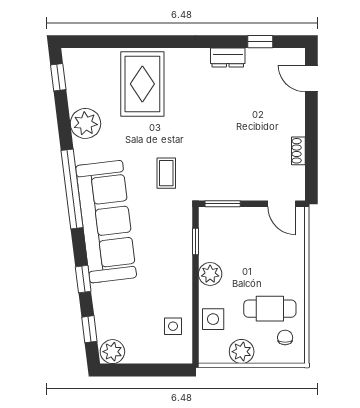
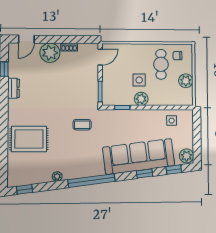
plant: (288, 118) -> (50, 53), added
plant: (85, 123) -> (57, 176), width x0.53, depth x0.53
sofa: (106, 222) -> (139, 156), moved
side table: (213, 319) -> (139, 80), moved

